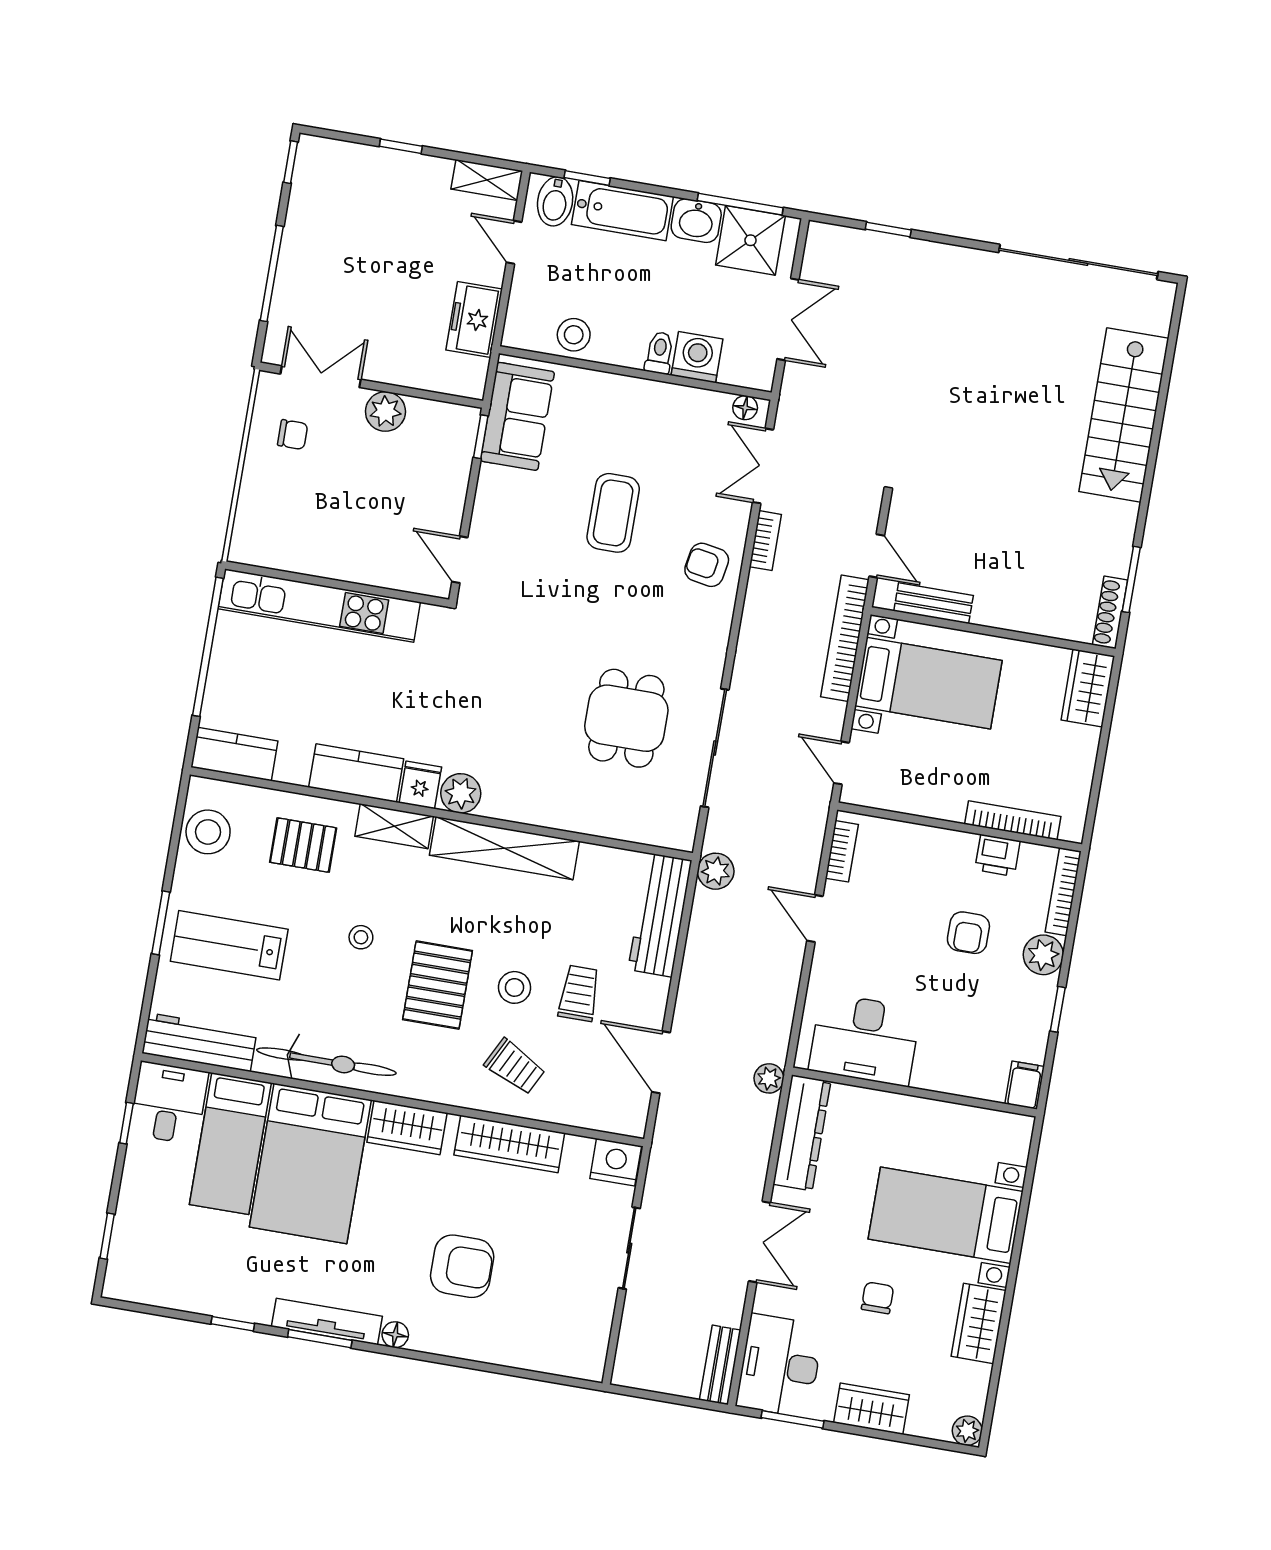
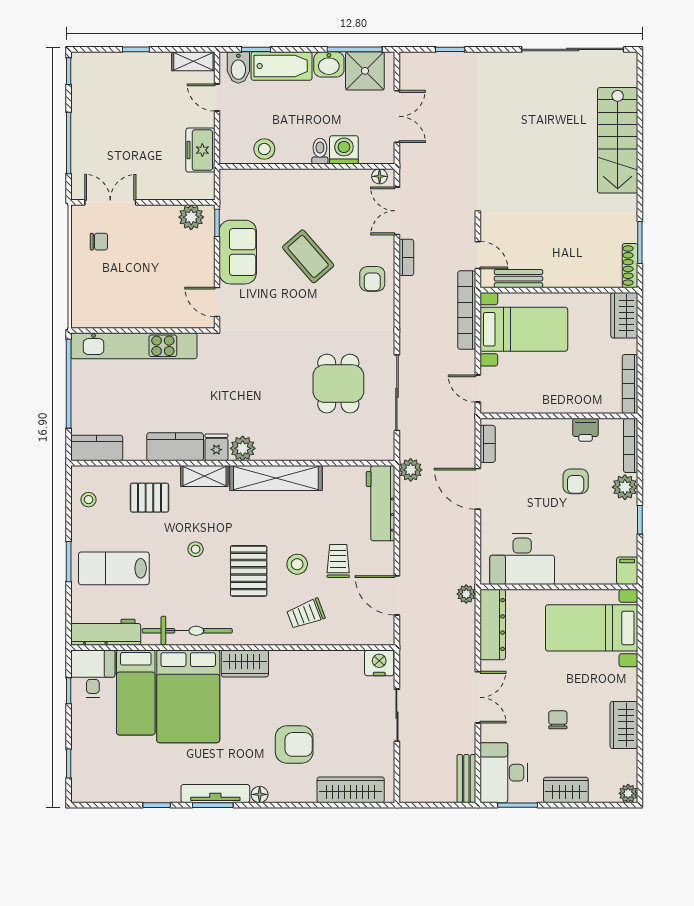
plant: (385, 411) -> (191, 217), moved
sofa: (517, 416) -> (238, 252), moved
coffee table: (613, 513) -> (308, 256), turned -41
armchair: (707, 565) -> (372, 279), turned -100
bookcase: (1013, 820) -> (630, 384), moved, turned -90
stool: (208, 832) -> (88, 500), width x0.53, depth x0.53
door: (815, 918) -> (478, 489), width x1.38
trolley: (515, 1067) -> (306, 614), turned 132
wardrobe: (509, 1144) -> (351, 790), moved, turned 180
bed with nightstands: (946, 1215) -> (592, 628), moved

